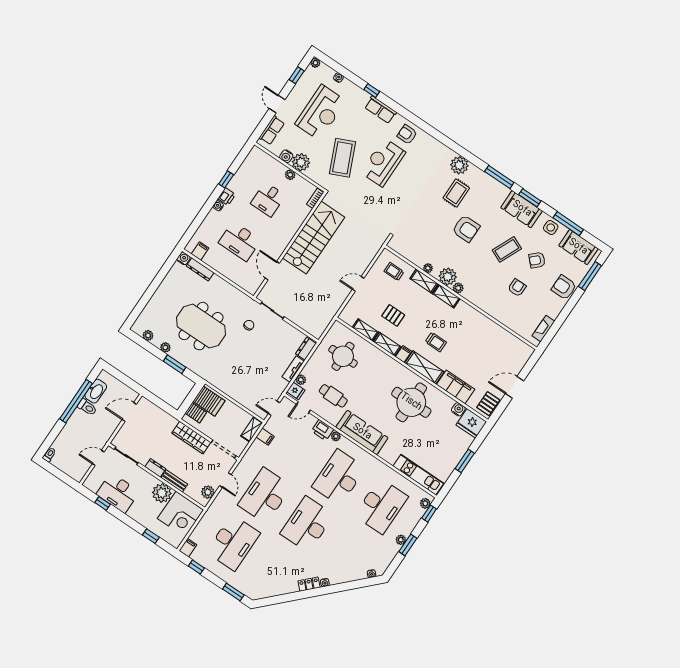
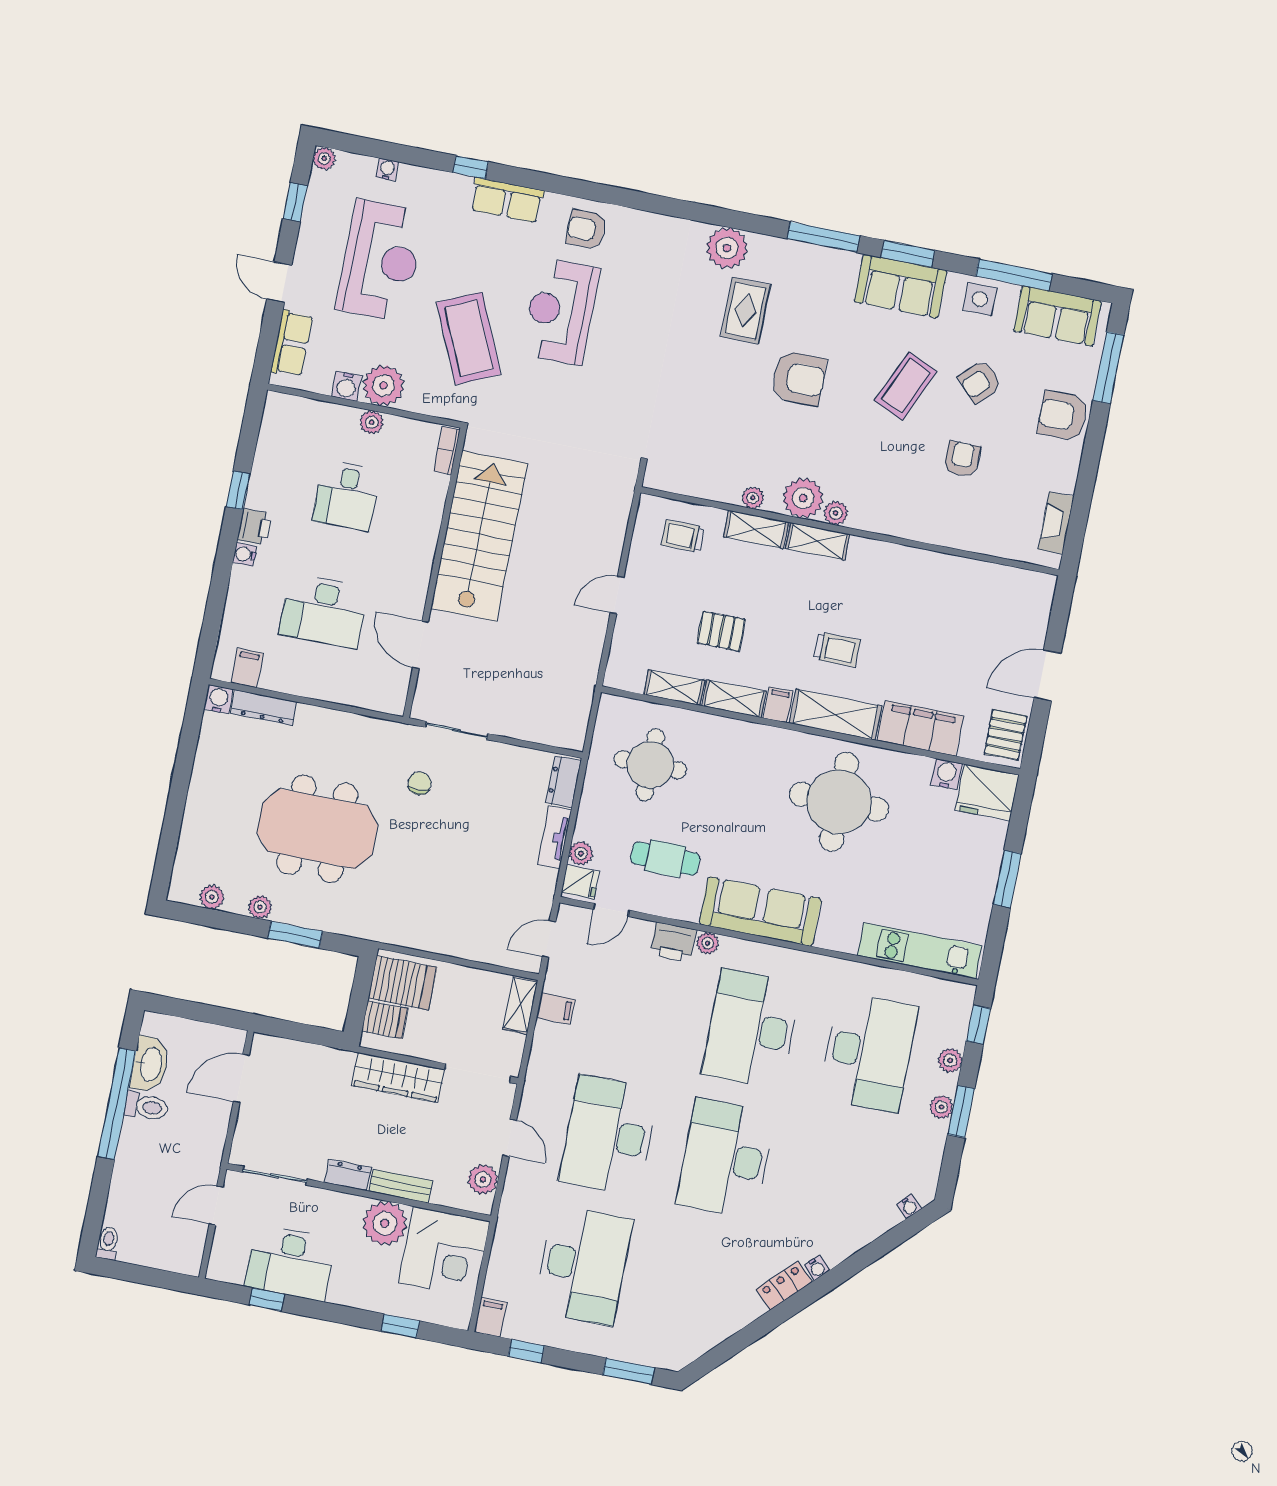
plant: (425, 503) -> (950, 1060), moved

